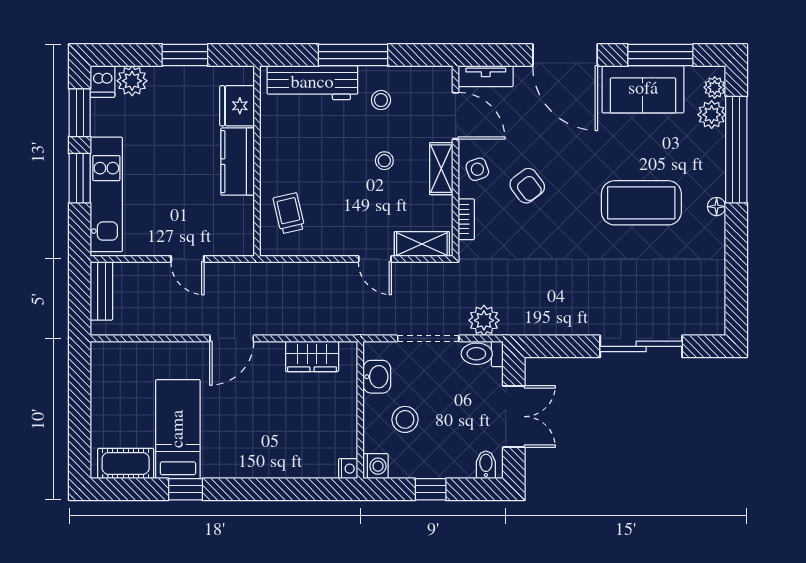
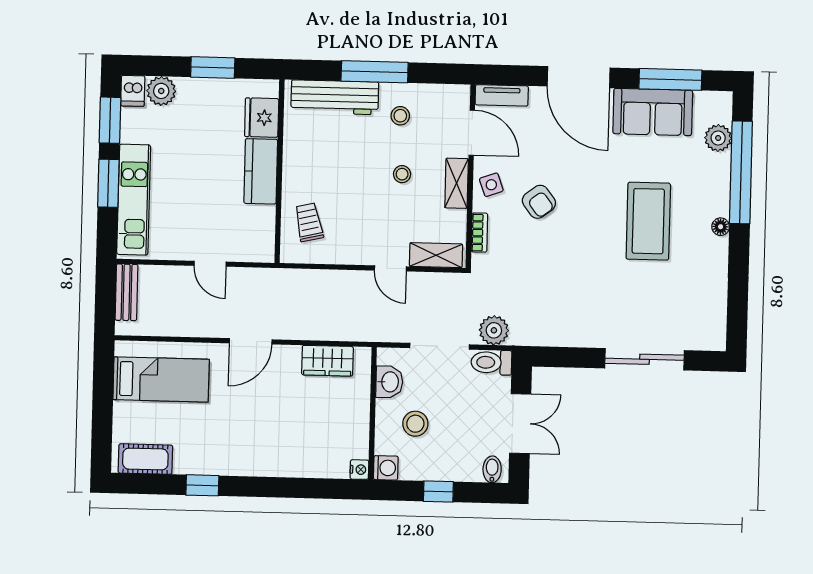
plant: (715, 87) -> (722, 112), removed
coffee table: (641, 203) -> (648, 221), turned 90
bed: (178, 429) -> (161, 379), moved, turned 90

